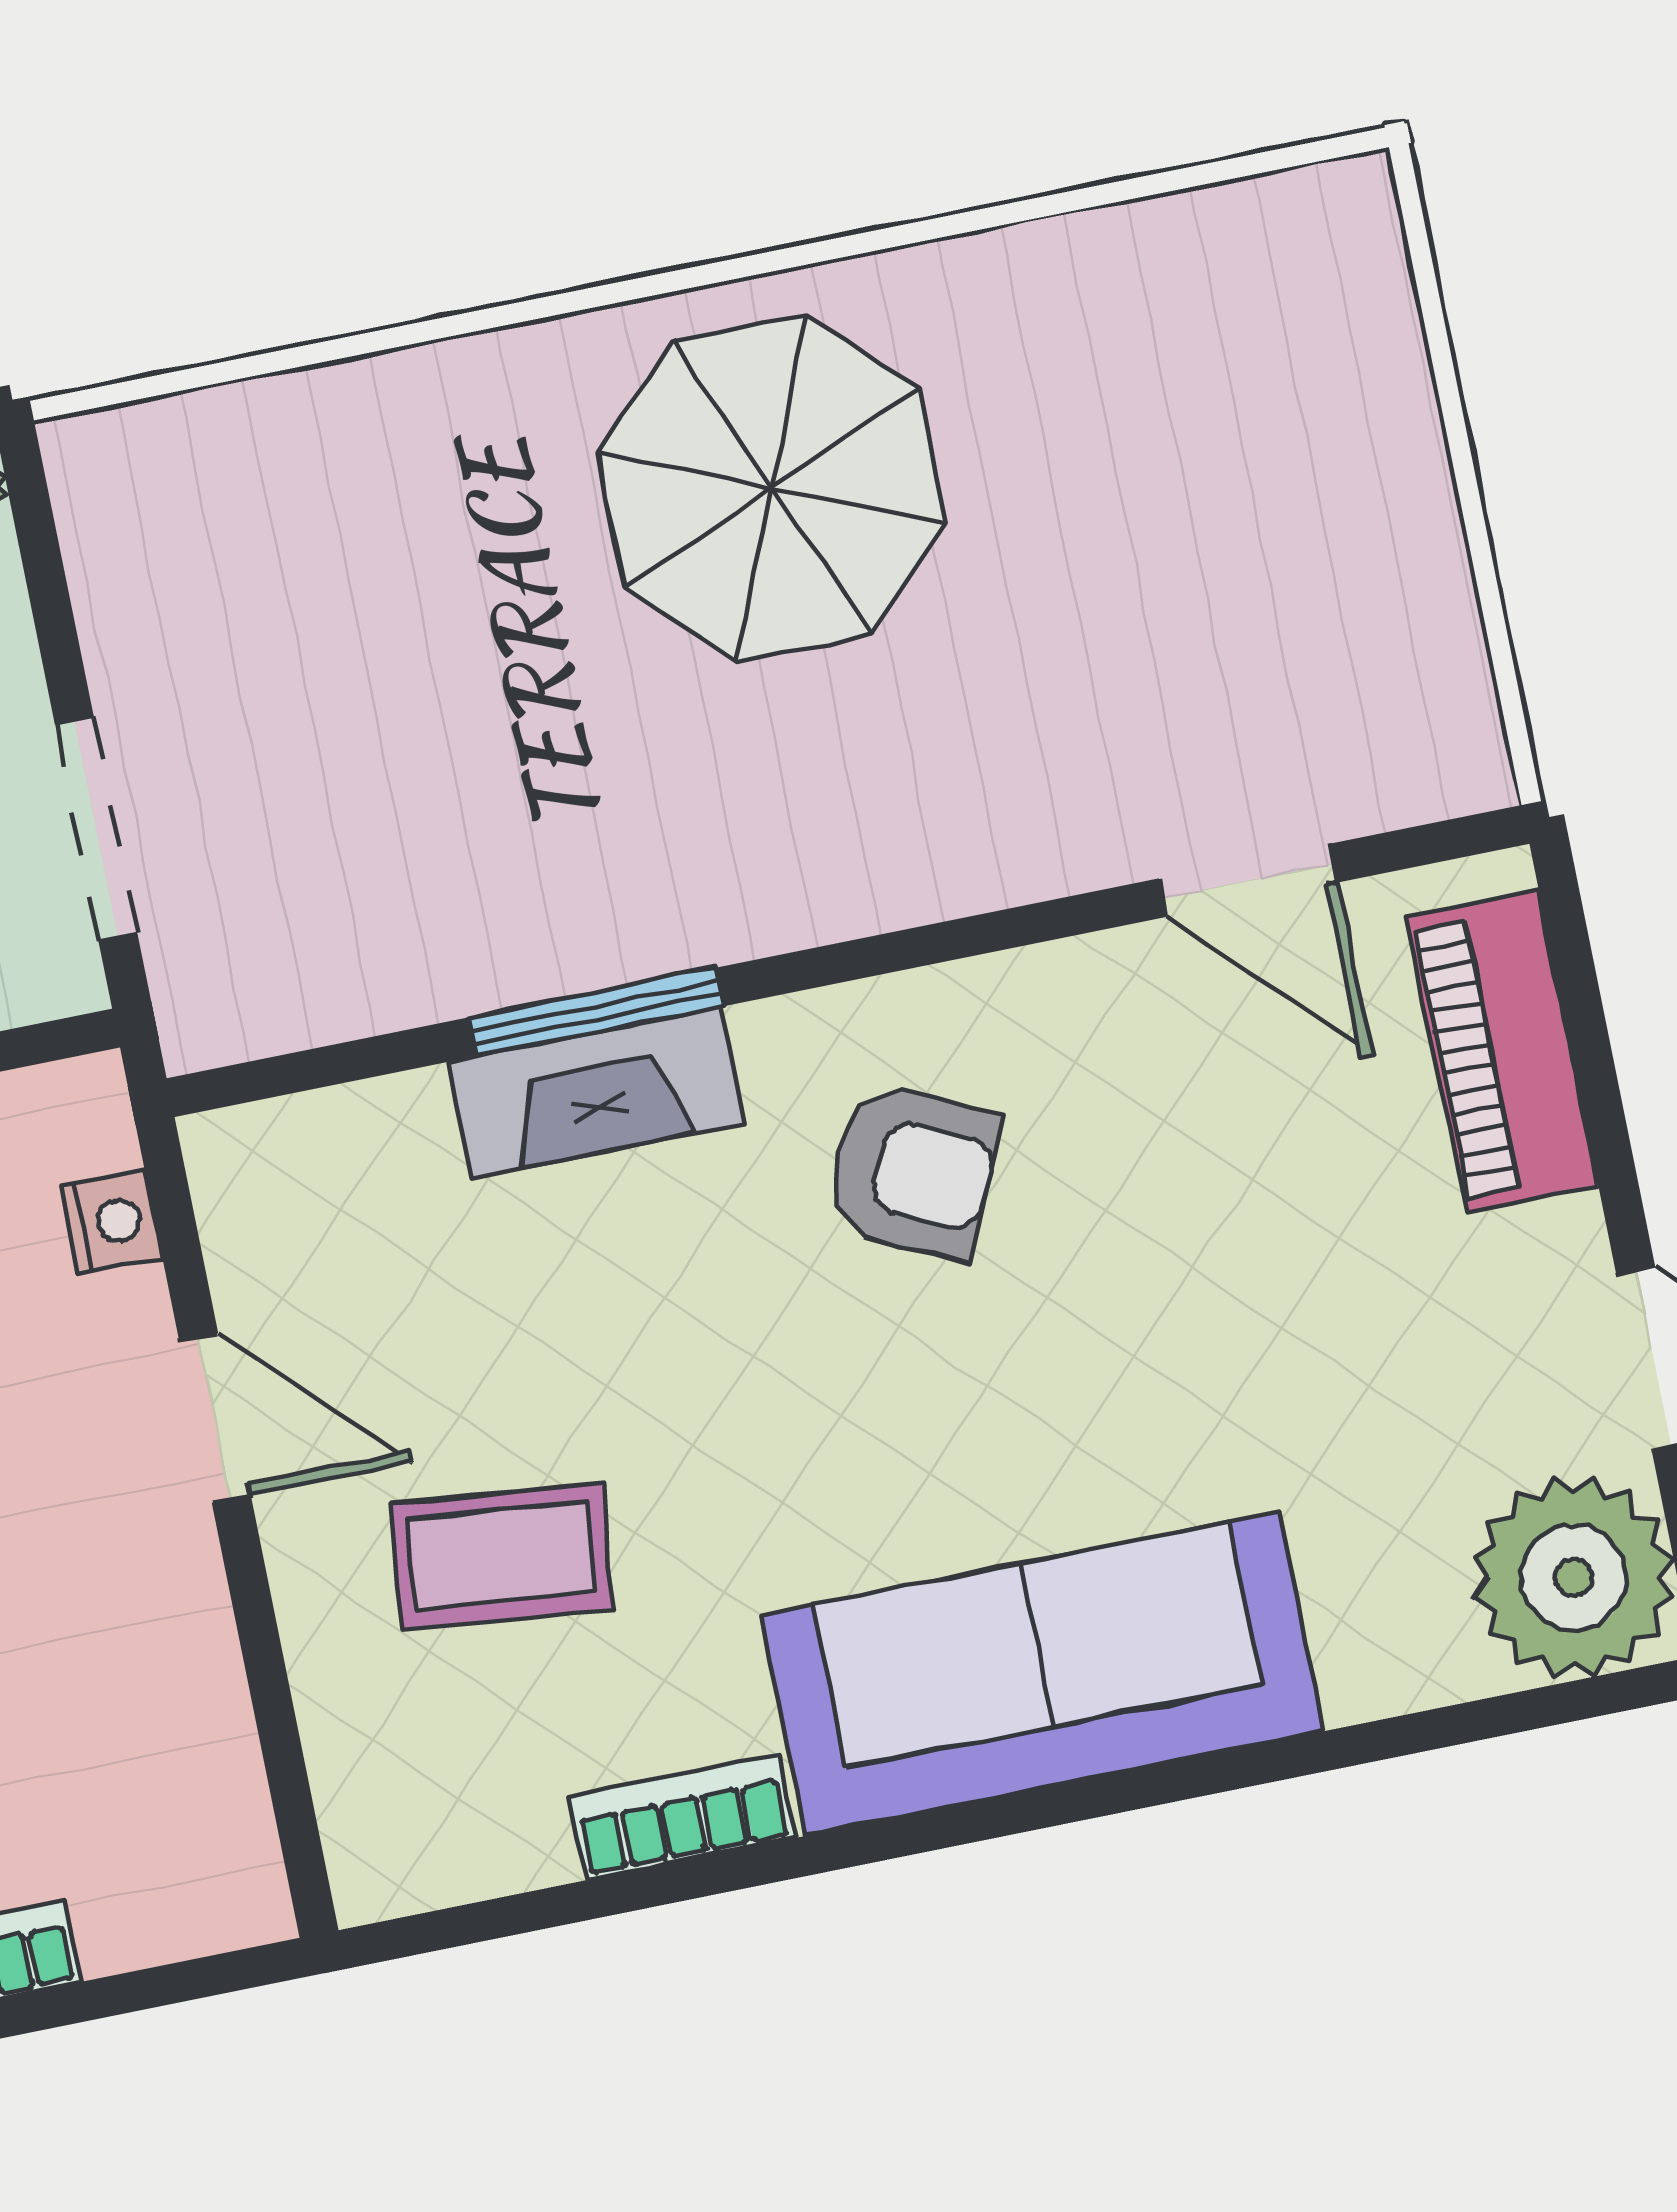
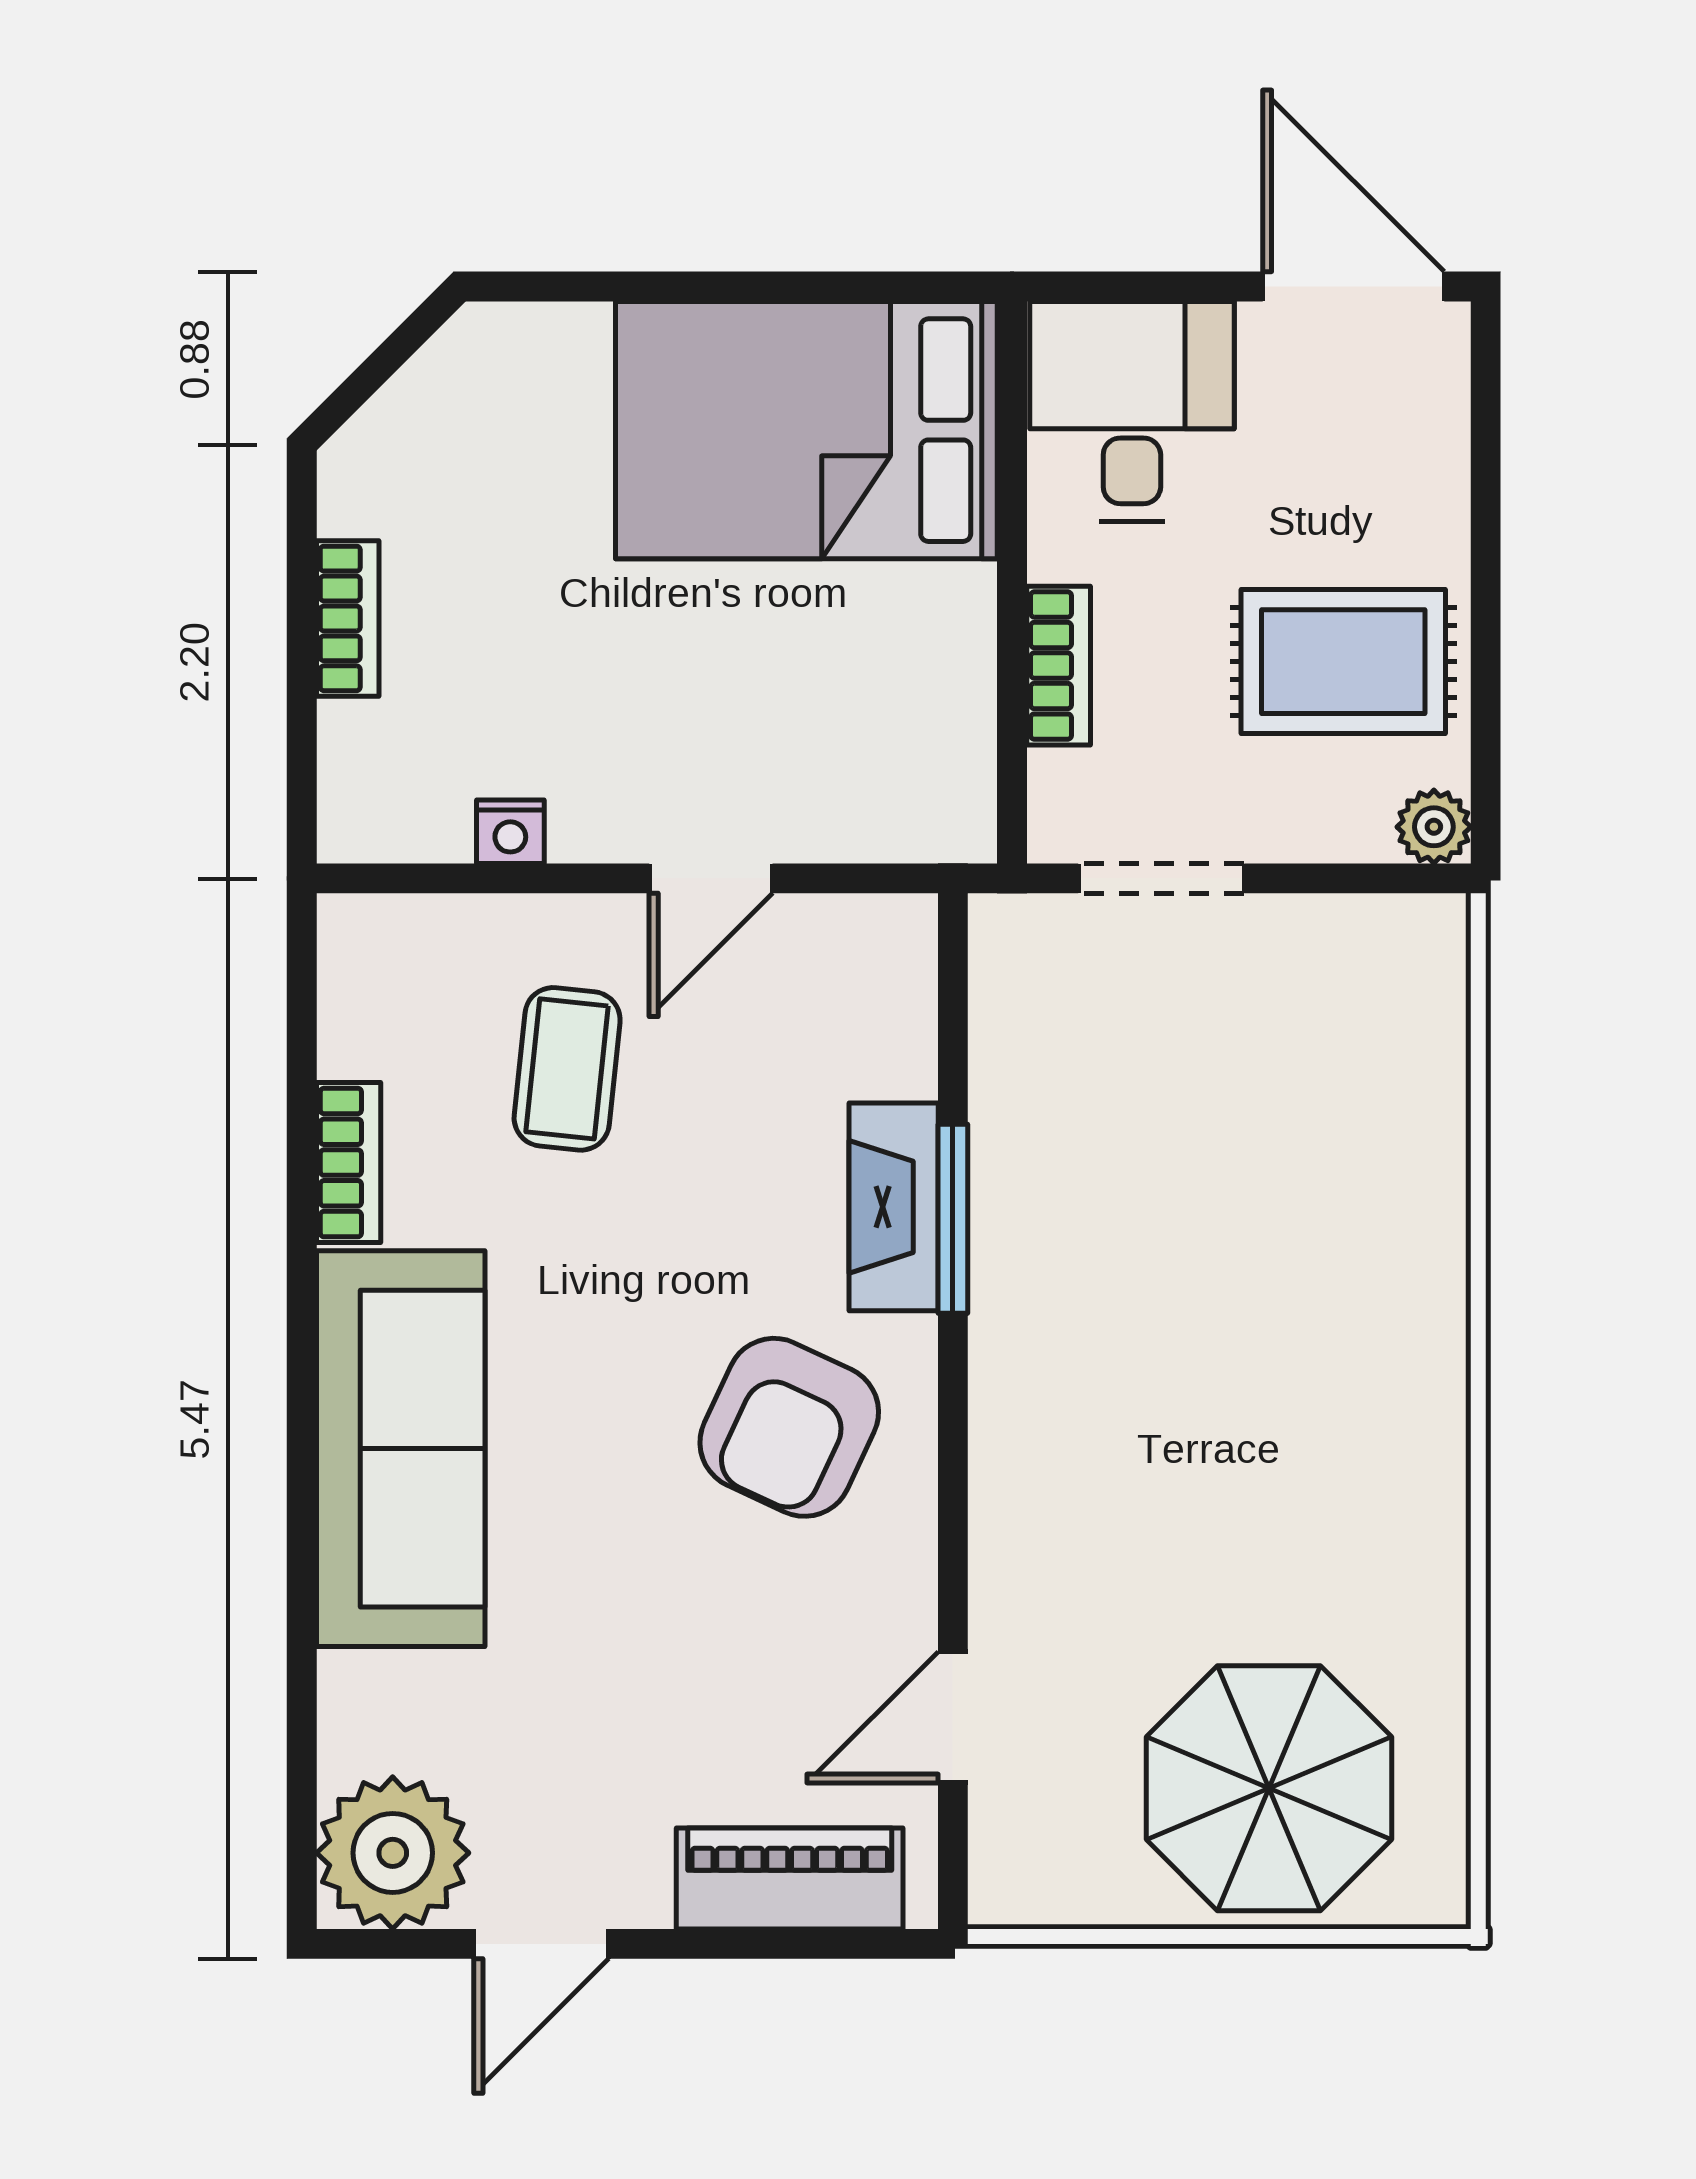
parasol: (772, 488) -> (1269, 1788), moved
armchair: (912, 1171) -> (789, 1427), width x1.38, depth x1.38
nightstand: (112, 1222) -> (510, 832), moved

